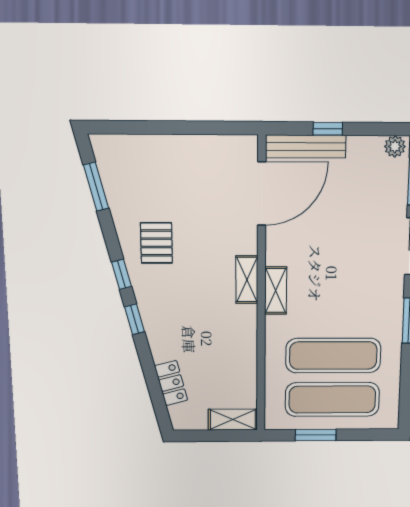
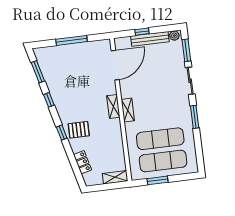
window: (175, 128) -> (71, 40), added
bench: (306, 147) -> (150, 39), moved
pallet: (156, 243) -> (79, 130), moved, turned 90
window: (121, 274) -> (49, 100), moved

